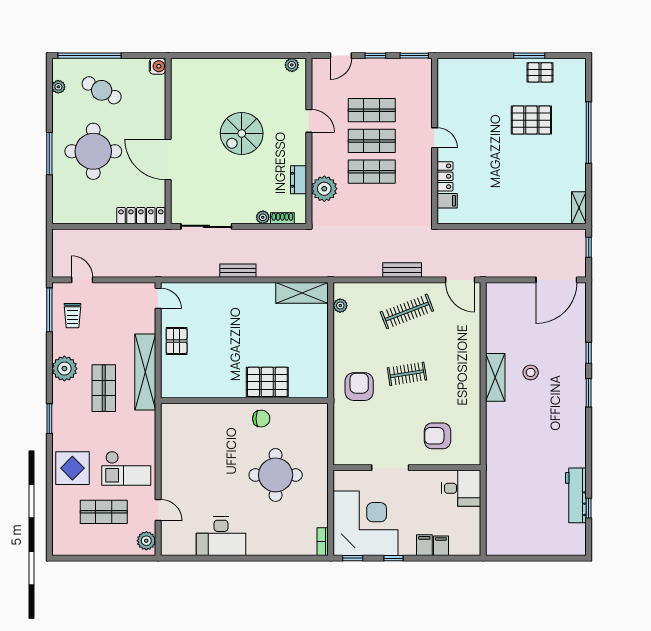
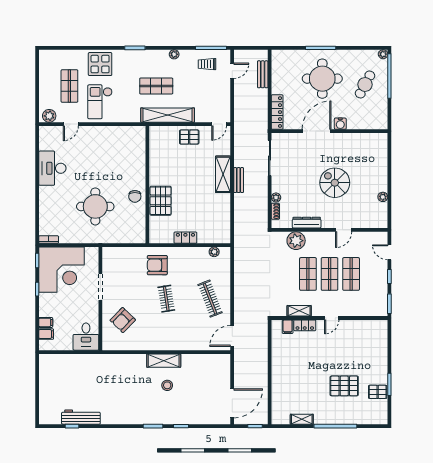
plant: (292, 65) -> (383, 197), moved
water cooler: (157, 66) -> (340, 124), moved
pallet: (540, 72) -> (378, 392), turned 90
plant: (58, 87) -> (383, 54), moved
pallet: (531, 120) -> (344, 386), turned 90
dresser: (299, 180) -> (307, 223), width x1.44
shelving: (424, 184) -> (299, 311), added
shelving: (579, 208) -> (302, 419), moved
bench: (402, 270) -> (263, 74), moved
door: (556, 280) -> (232, 403), swing flipped
shelving: (302, 293) -> (223, 174), moved
locker: (320, 346) -> (185, 238), added
plant: (64, 369) -> (174, 54), width x0.53, depth x0.53
armchair: (359, 387) -> (157, 265), turned 180
armchair: (437, 436) -> (123, 320), turned -136
filing cabinet: (424, 545) -> (46, 334), moved

